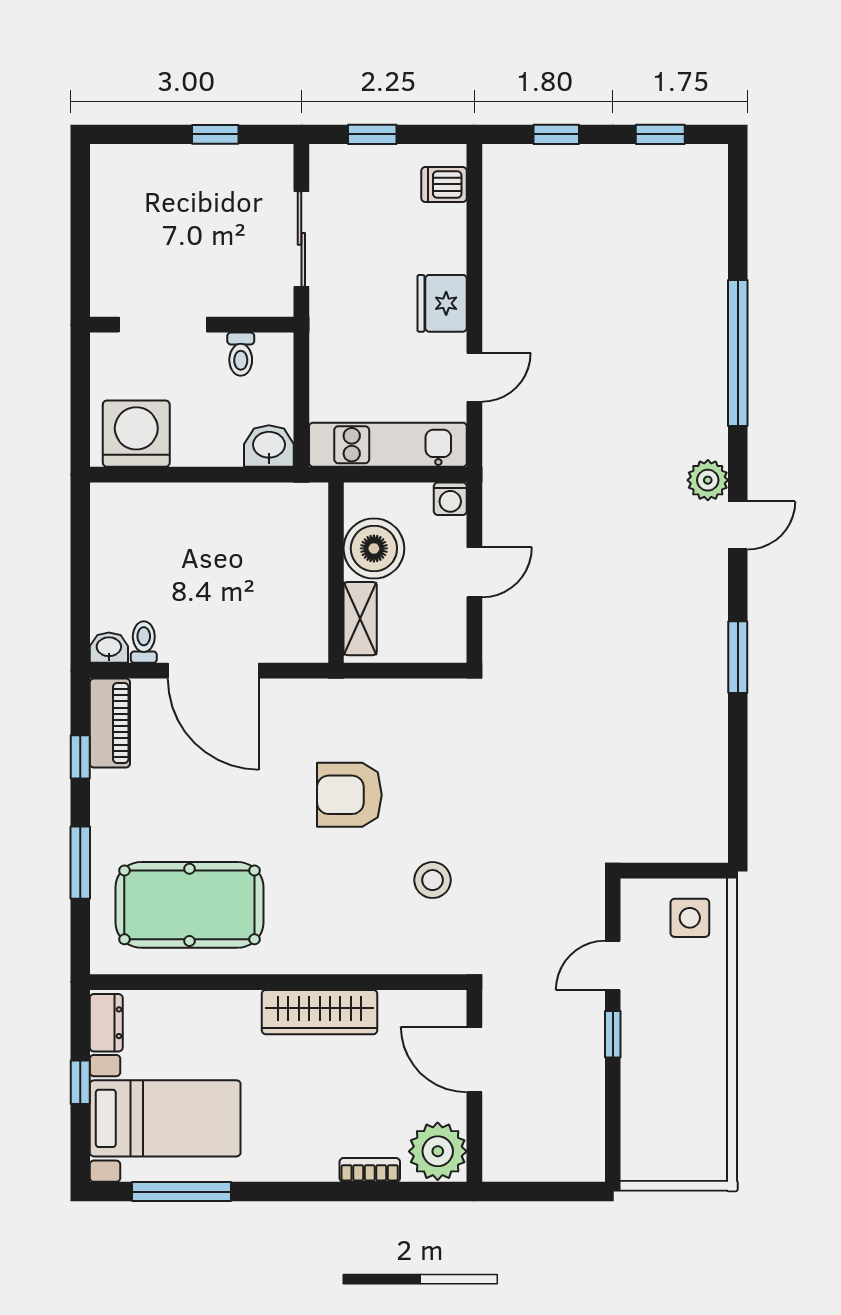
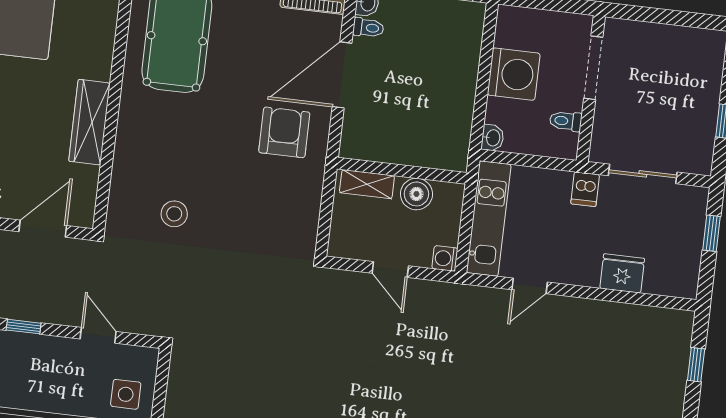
dishwasher: (444, 184) -> (585, 189), moved, turned 180
fridge: (442, 303) -> (622, 273), moved
door: (474, 377) -> (530, 286), hinge flipped
washing machine: (136, 434) -> (514, 74), moved
washbasin: (269, 446) -> (493, 138), width x0.72, depth x0.69
boiler: (374, 548) -> (416, 194), width x0.73, depth x0.73
armchair: (349, 795) -> (284, 132), moved
window: (613, 1034) -> (24, 327), moved

